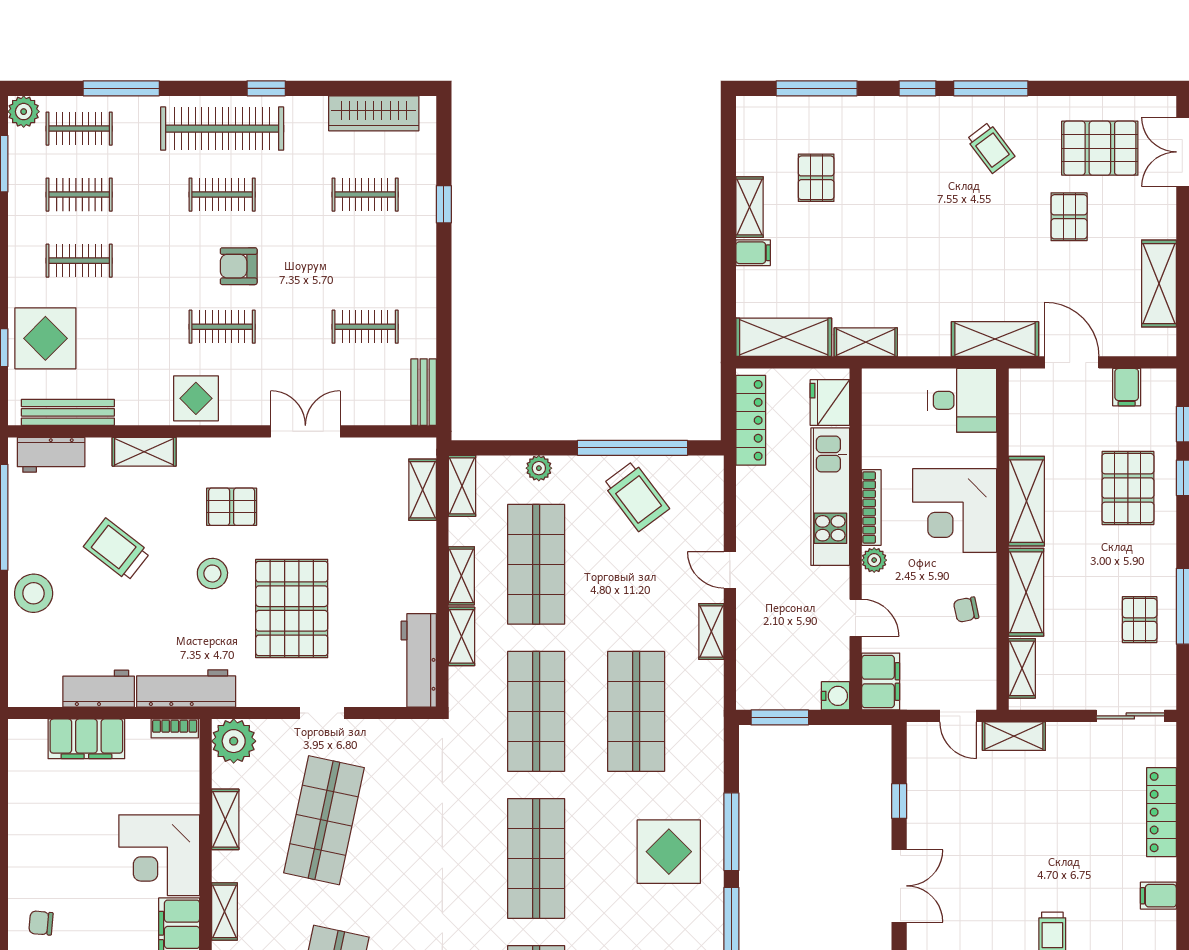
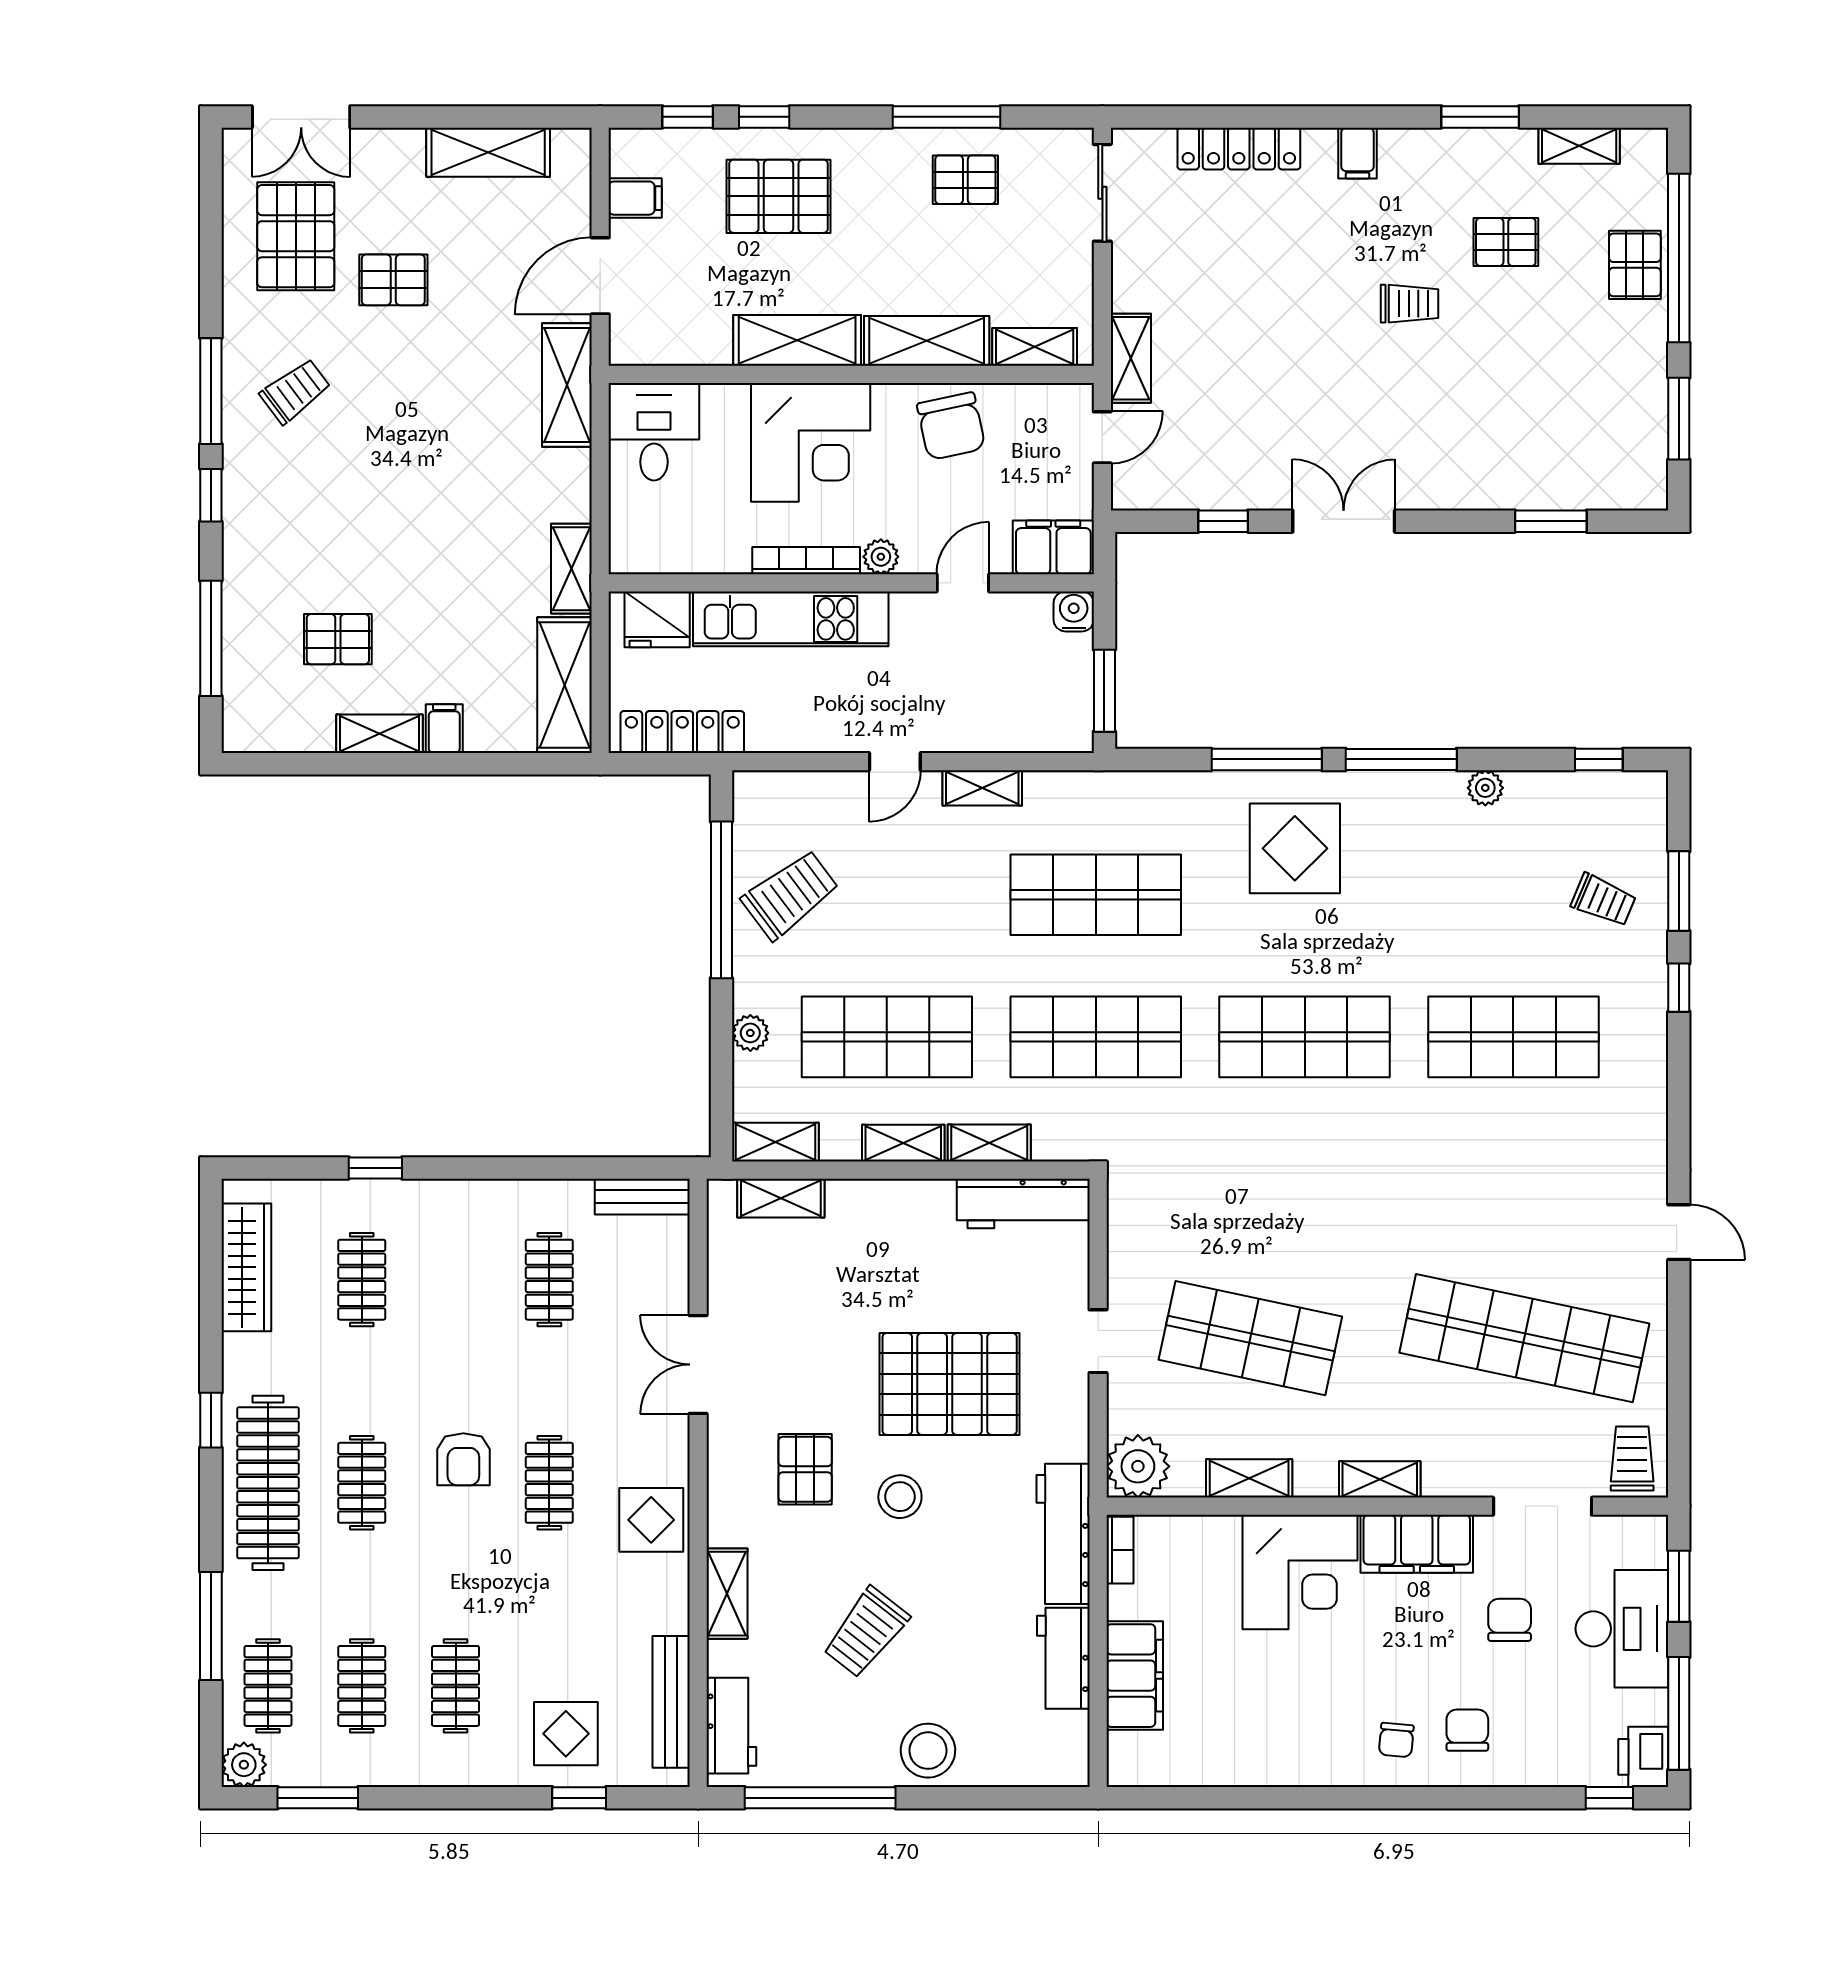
display table: (45, 338) -> (566, 1734), width x0.73, depth x0.73
chair: (966, 610) -> (951, 426), width x1.87, depth x1.87

